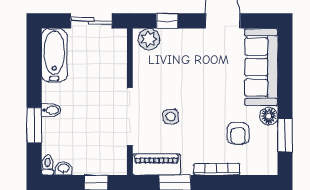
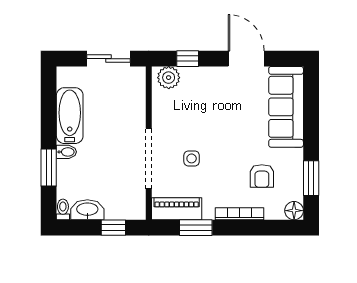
bathtub: (54, 55) -> (70, 116), moved
floor lamp: (269, 116) -> (294, 211), moved
washbasin: (64, 168) -> (87, 210), width x1.91, depth x1.45

